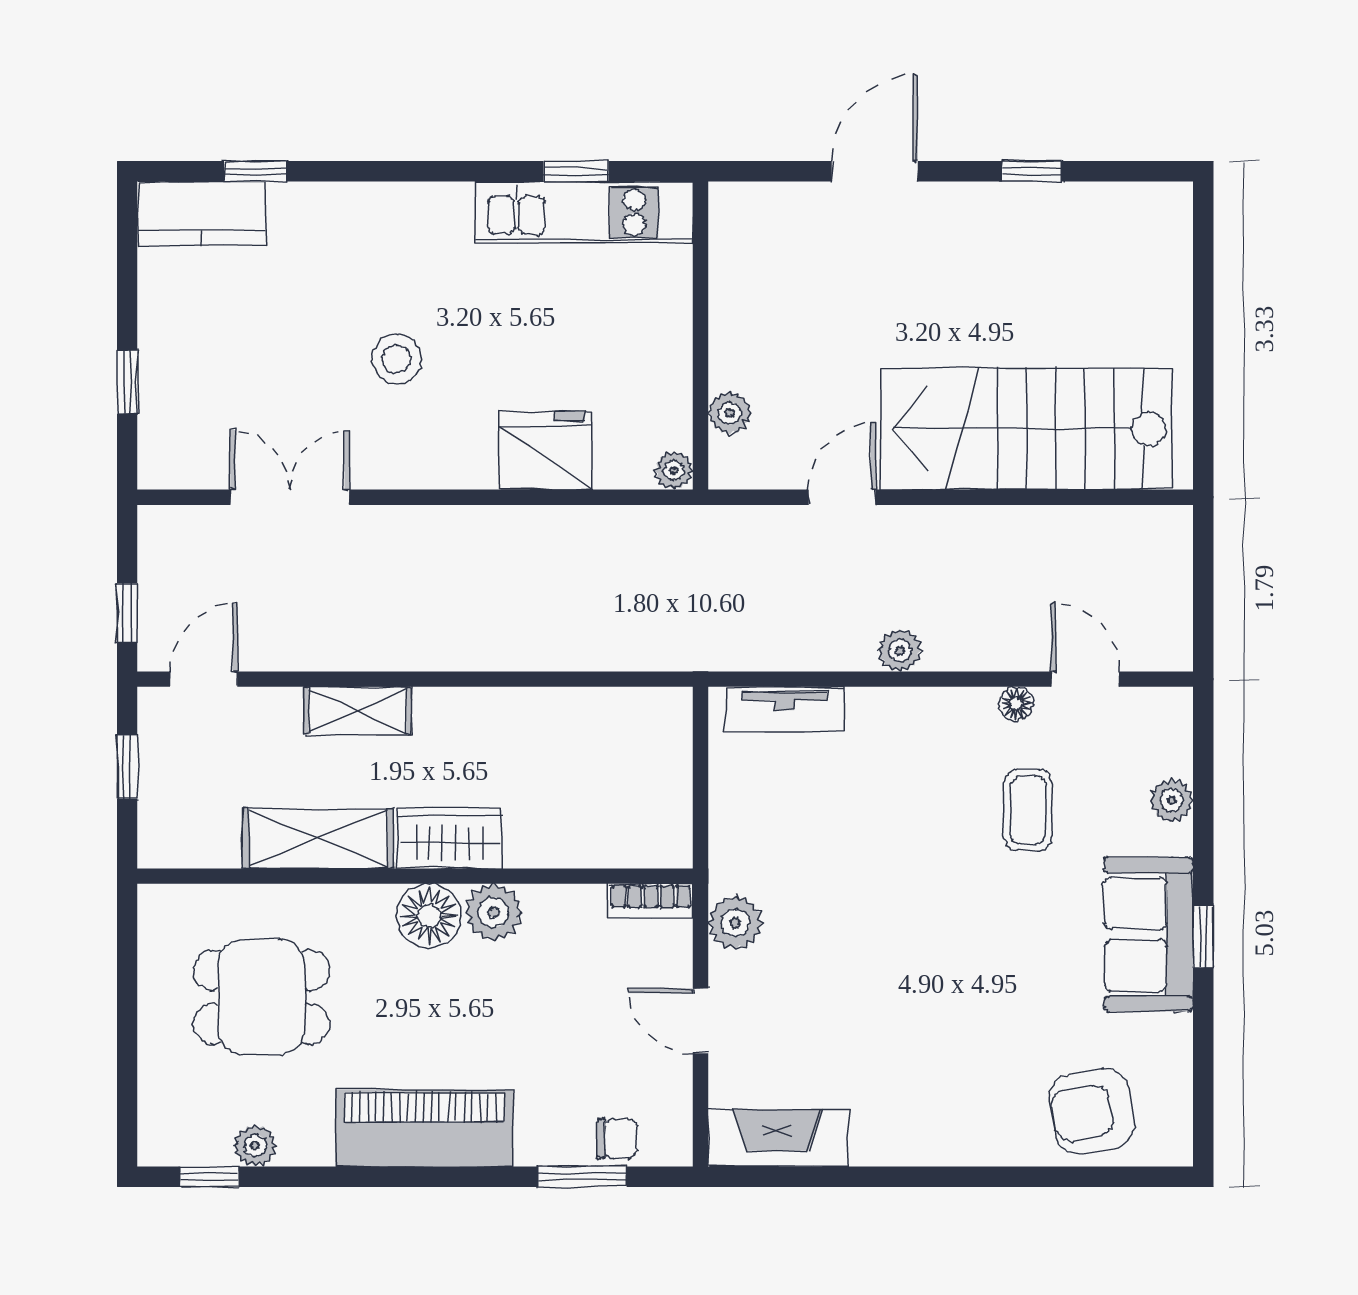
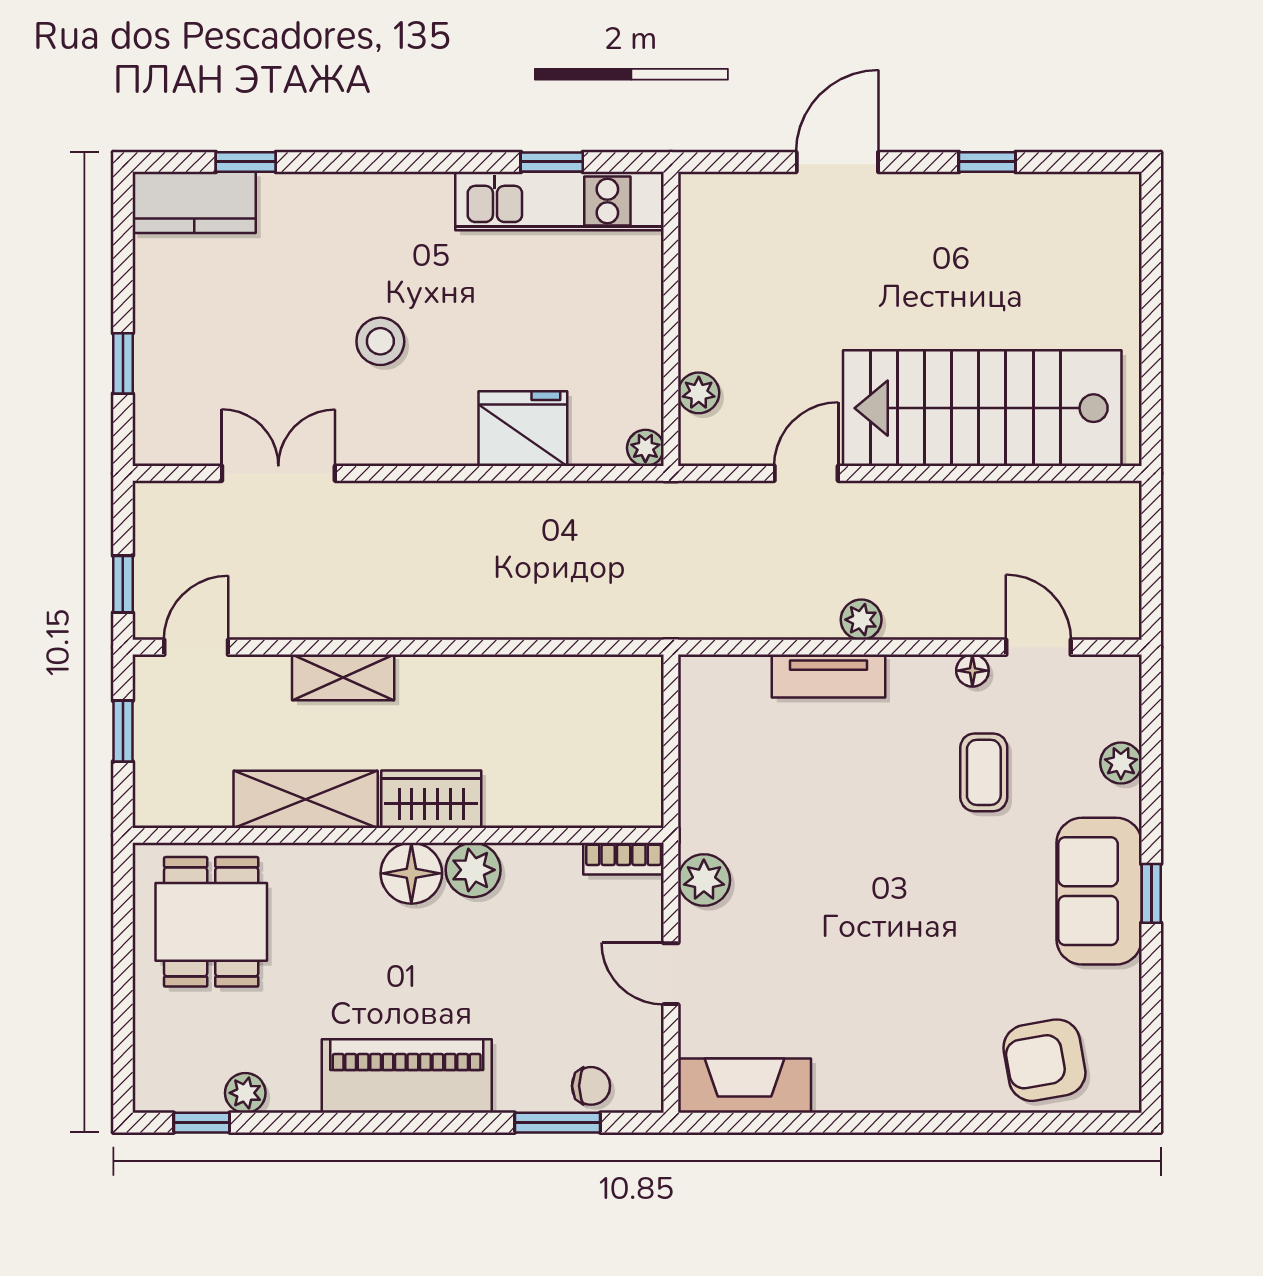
tv unit: (785, 709) -> (829, 676), moved
dining table: (261, 997) -> (211, 922), moved, turned 90

